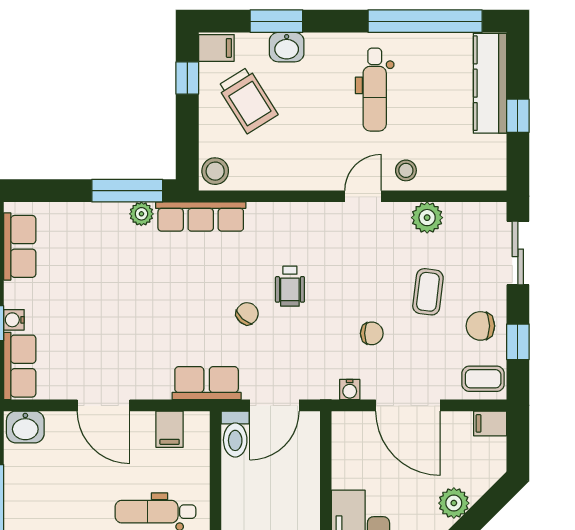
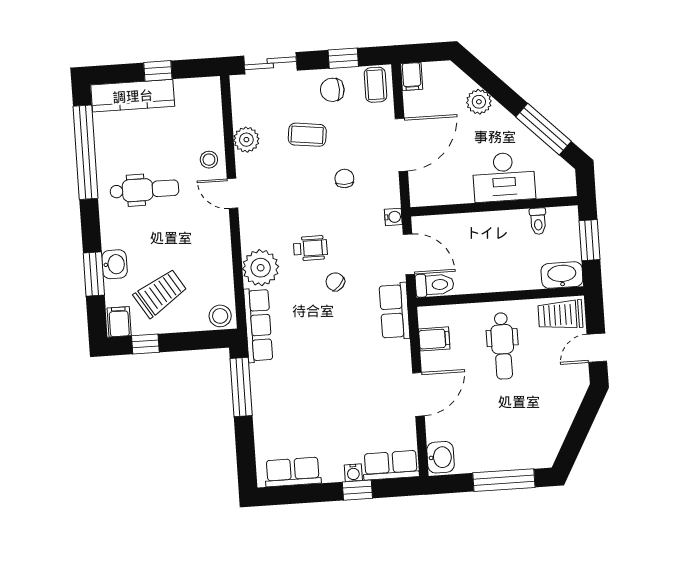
plant: (141, 214) -> (261, 268), moved, width x1.87, depth x1.87
chair: (480, 326) -> (332, 90), turned 90
water cooler: (350, 390) -> (393, 217), moved

